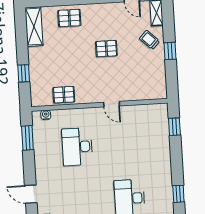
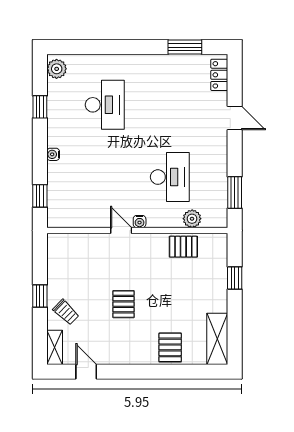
pallet: (69, 18) -> (170, 347), turned 90
pallet: (106, 49) -> (123, 304), turned 90
water cooler: (46, 115) -> (140, 222), moved
plant: (59, 116) -> (192, 219), added
water cooler: (166, 159) -> (53, 154), added

